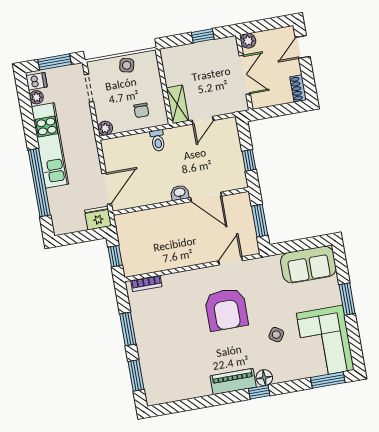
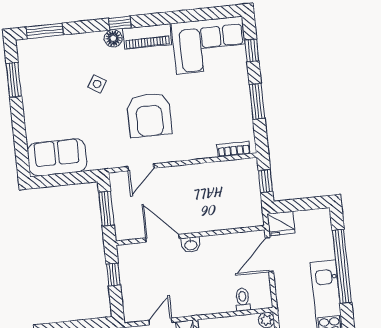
toilet: (158, 141) -> (243, 299), moved
window: (347, 299) -> (14, 80), moved
armchair: (226, 309) -> (149, 115), turned 180
corner sofa: (325, 342) -> (209, 45), moved, turned 90
window: (136, 375) -> (252, 50), width x0.67

